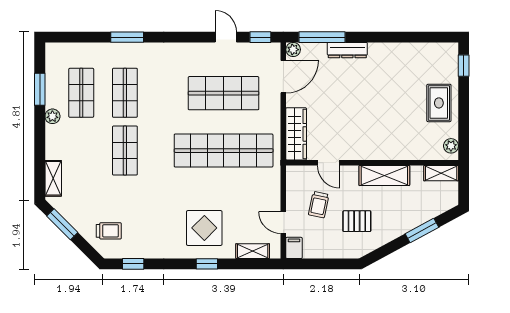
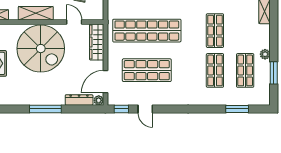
window: (127, 37) -> (237, 109), moved
window: (322, 37) -> (45, 109), moved
dresser: (347, 50) -> (79, 100), moved
spiral stairs: (377, 125) -> (41, 49), added

